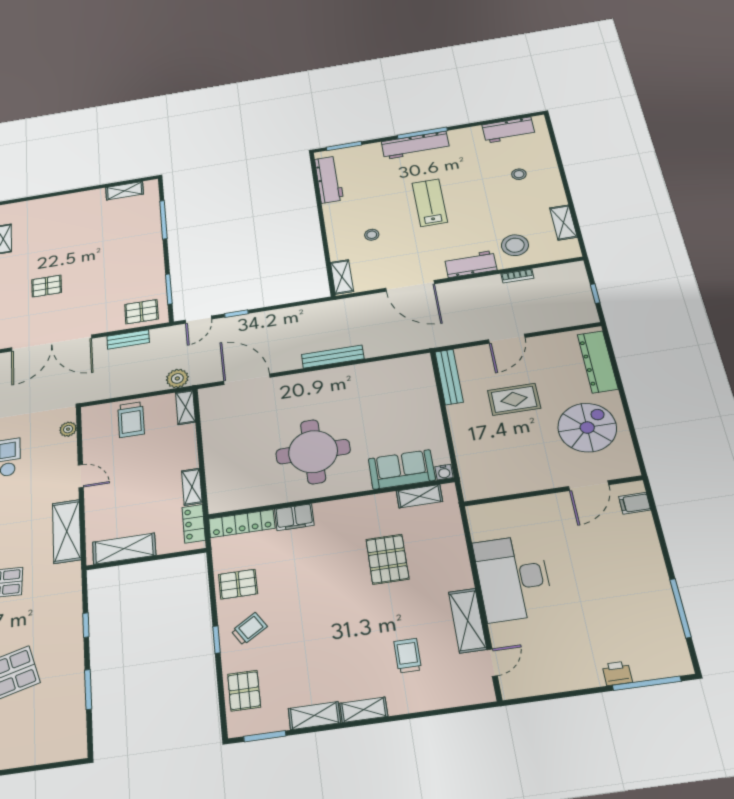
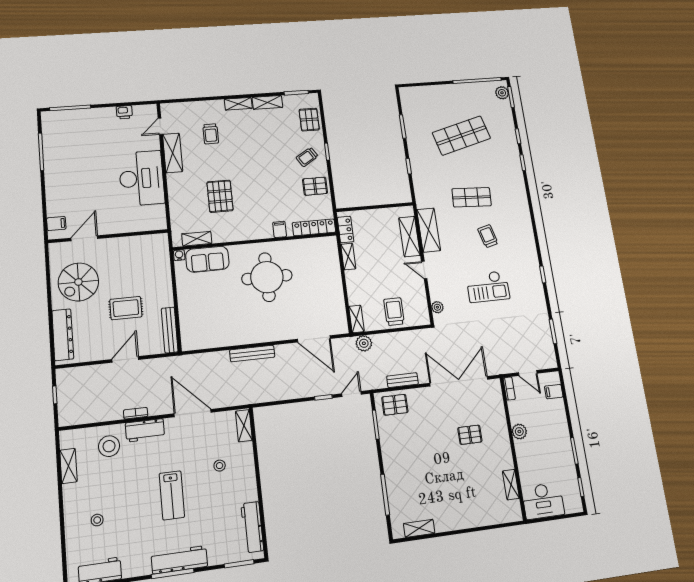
bookcase: (517, 276) -> (136, 413), moved
filing cabinet: (294, 517) -> (280, 229), width x0.50
shelving: (124, 549) -> (409, 236), moved, turned 90
printer: (617, 673) -> (124, 112), moved

